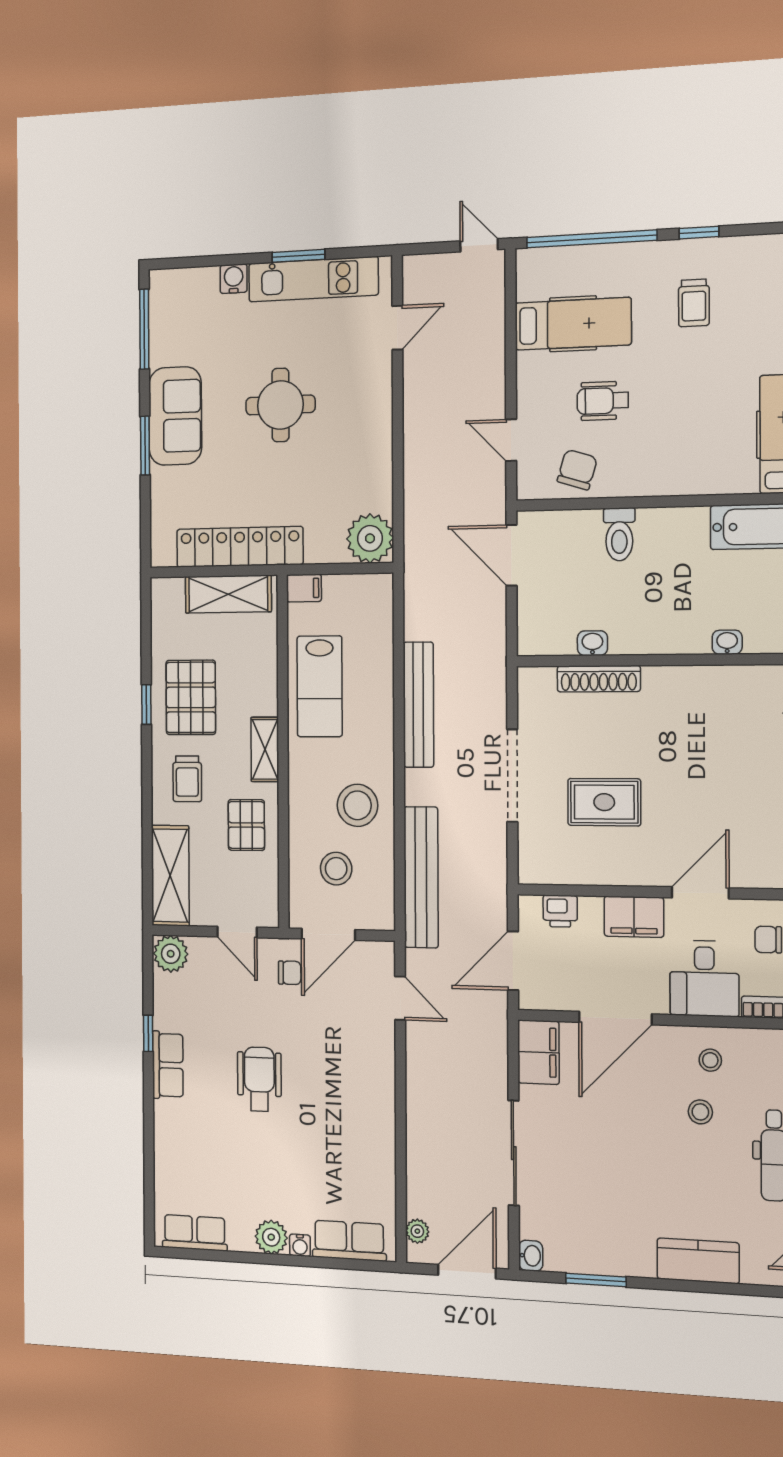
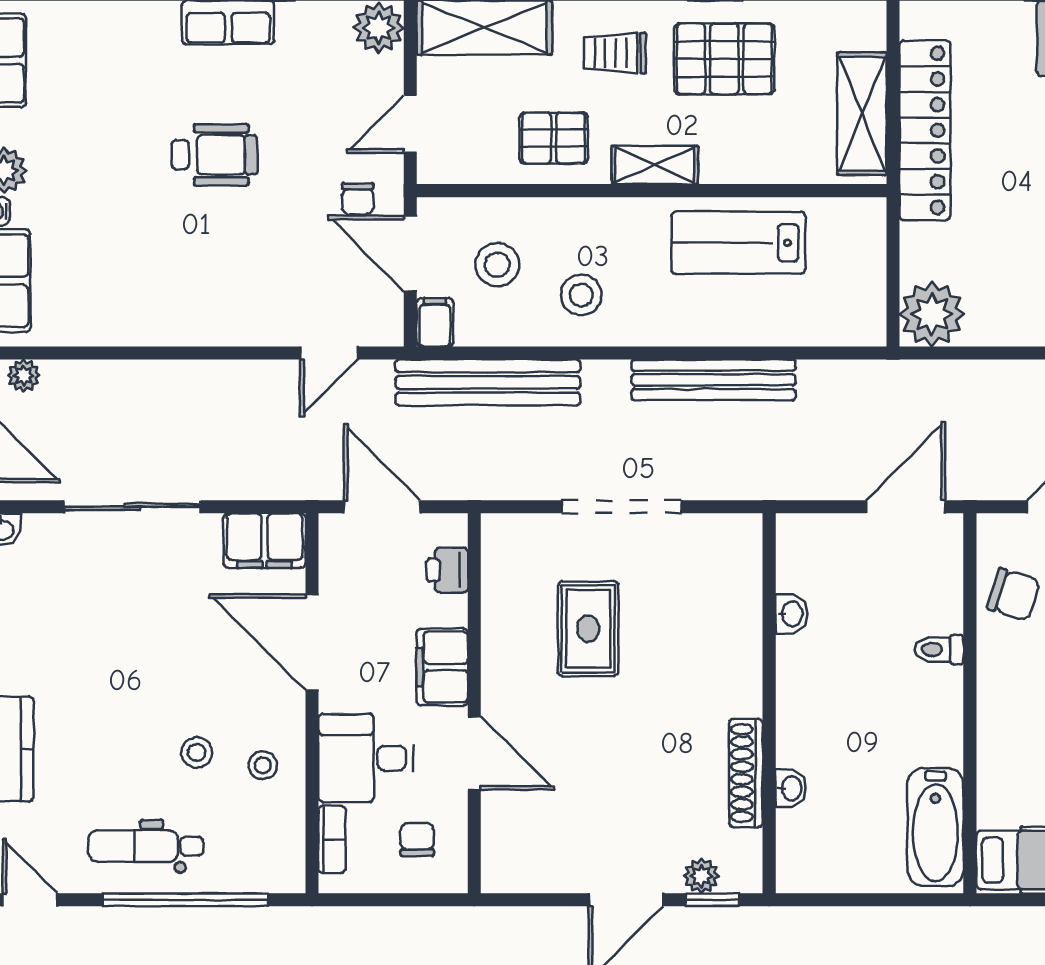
toilet: (619, 534) -> (939, 649), width x0.73, depth x0.72
filing cabinet: (304, 588) -> (435, 322), moved, turned 180
shoe rack: (599, 679) -> (746, 773), moved
stool: (357, 805) -> (581, 295), width x0.73, depth x0.73

